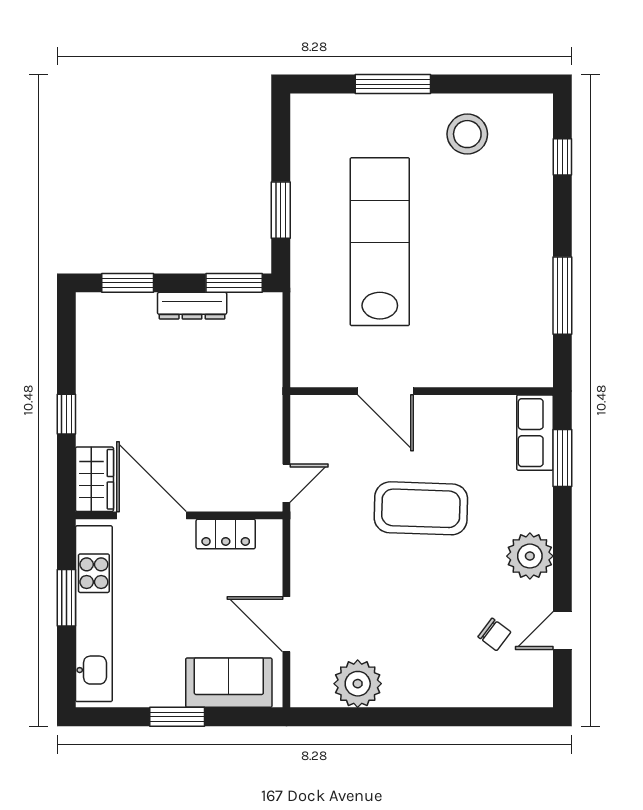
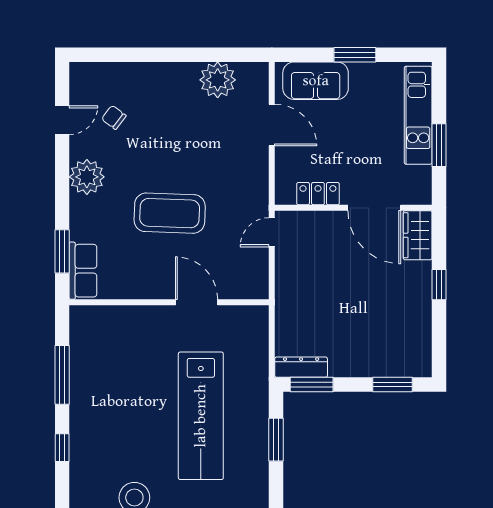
window: (562, 157) -> (62, 448), moved
dresser: (192, 306) -> (301, 367), moved
kitchen unit: (94, 614) -> (418, 115), width x0.73

